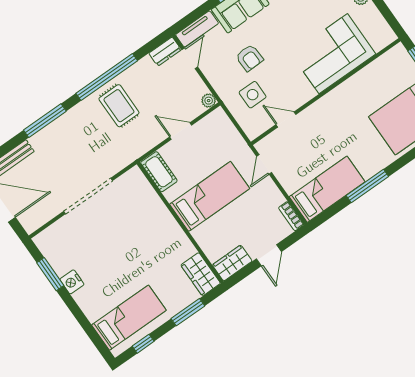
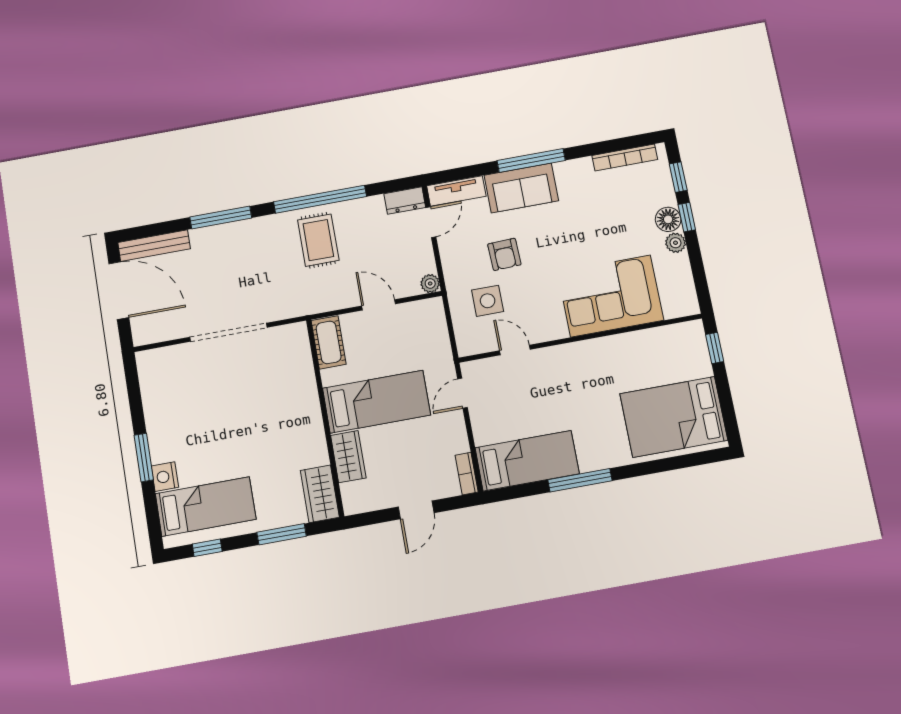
wardrobe: (232, 263) -> (348, 457), moved, turned 90
window: (50, 274) -> (144, 457), moved
nightstand: (72, 282) -> (165, 477), moved

